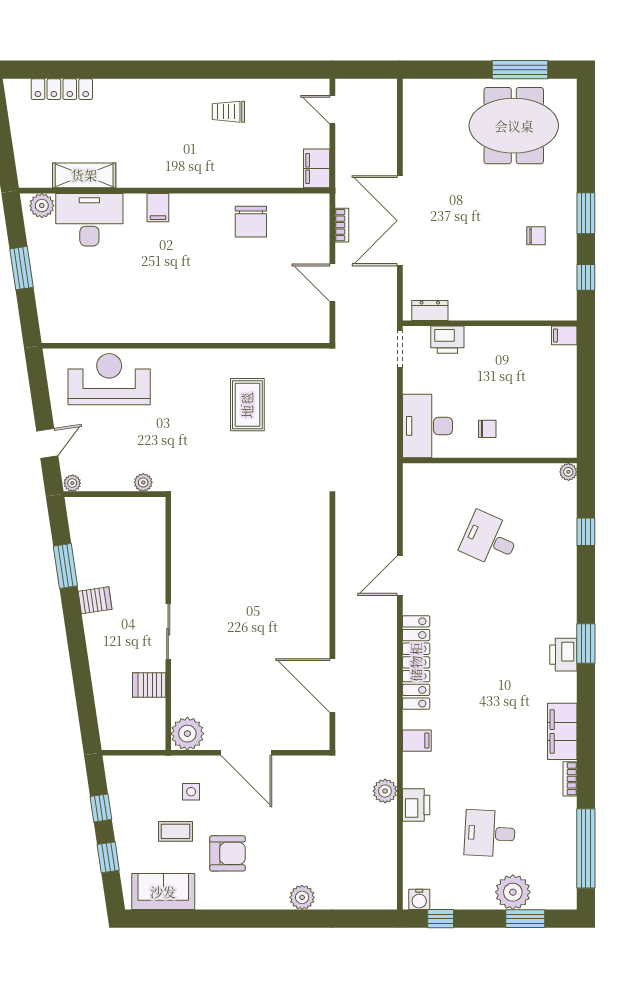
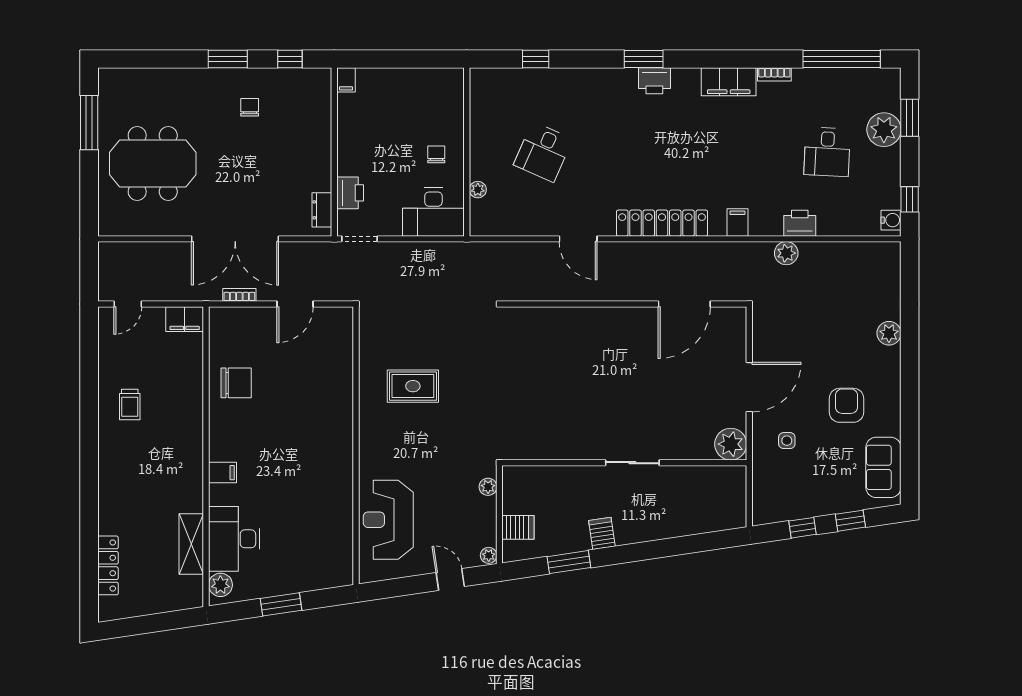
meeting table: (514, 126) -> (153, 164), moved, turned 90
plant: (568, 472) -> (478, 190), moved
server rack: (149, 685) -> (518, 527), moved, turned -90
coffee table: (176, 831) -> (825, 456), removed

